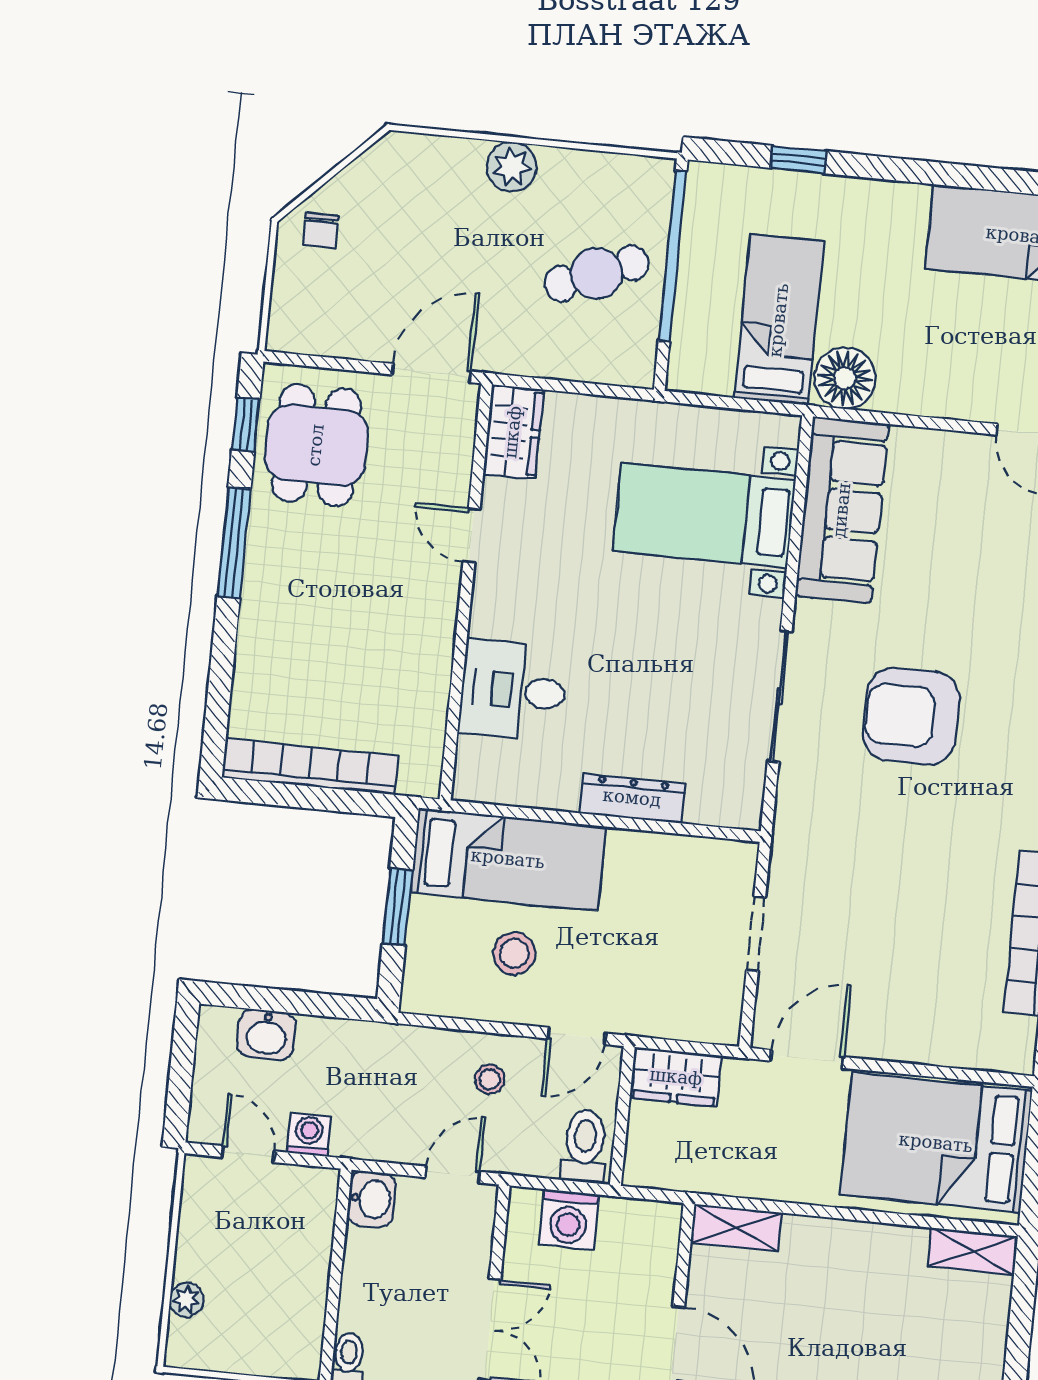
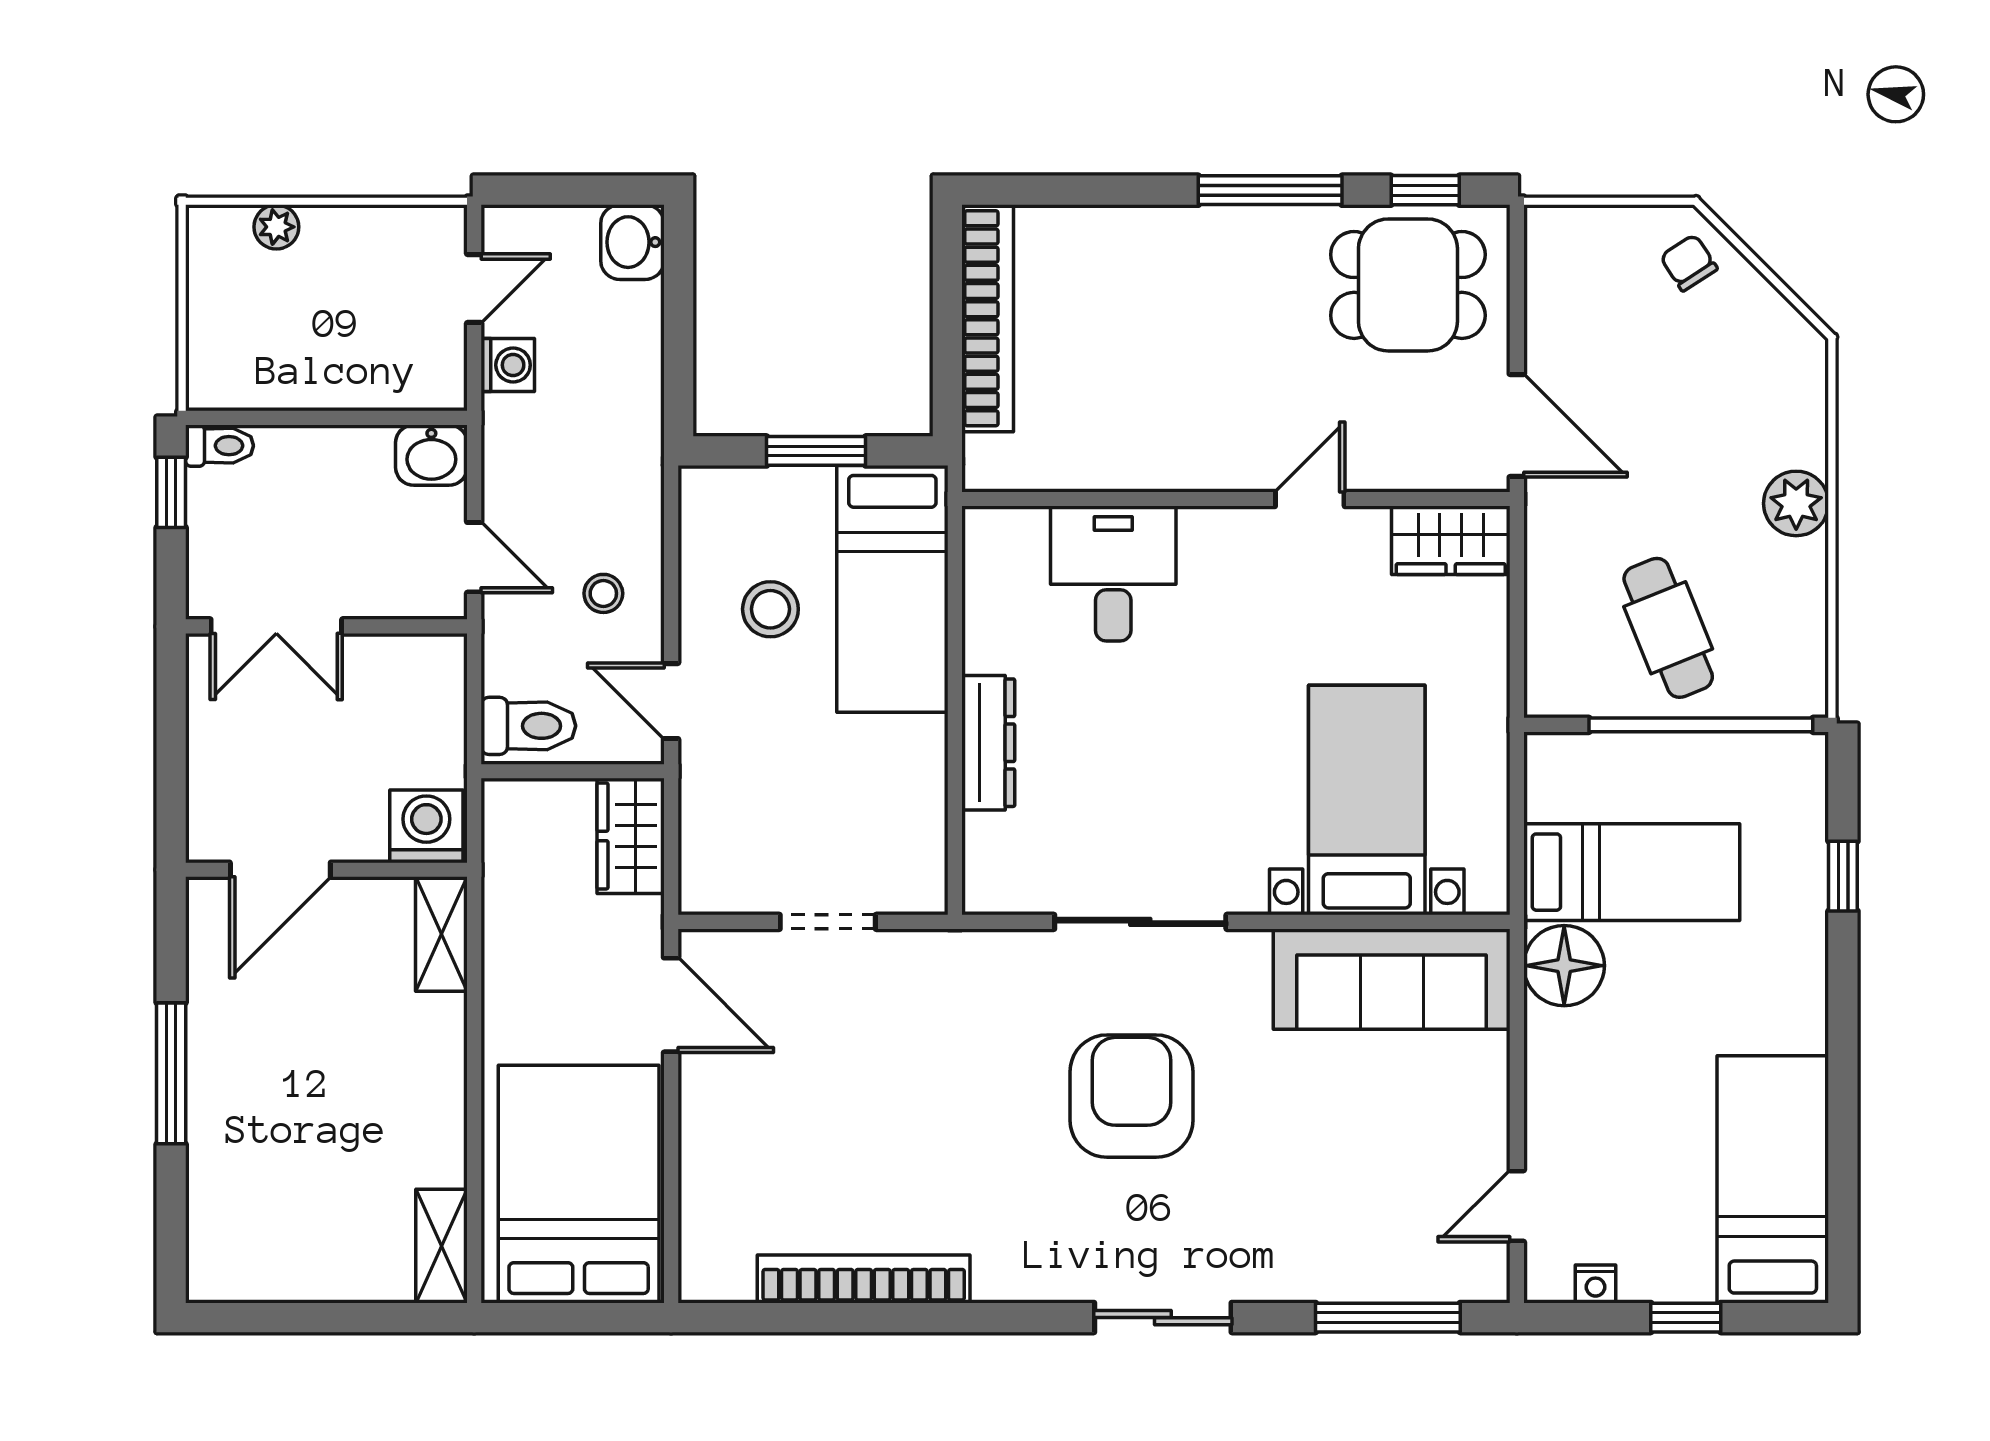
chair: (321, 230) -> (1689, 263), turned 57
washbasin: (267, 1035) -> (632, 242), moved
washing machine: (569, 1219) -> (426, 826), moved, turned 90

